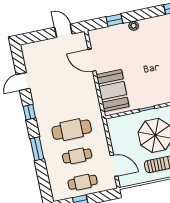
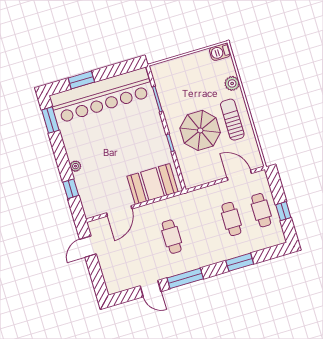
window: (29, 112) -> (185, 278), width x2.17
cafe table: (72, 130) -> (172, 237), moved, width x0.73, depth x0.74
window: (37, 149) -> (240, 262), moved
door: (114, 166) -> (239, 175), hinge flipped

